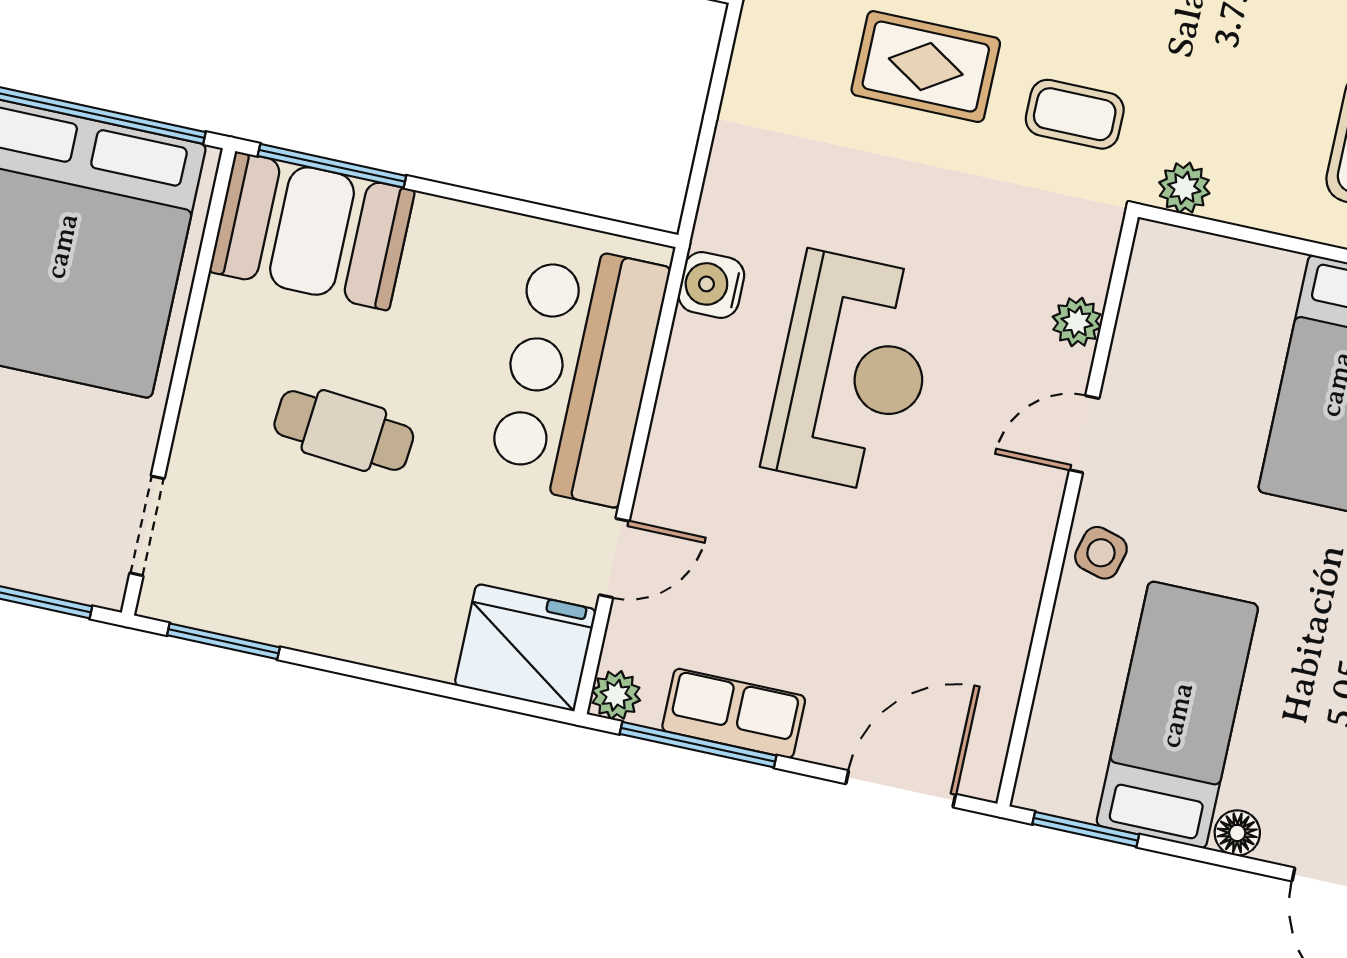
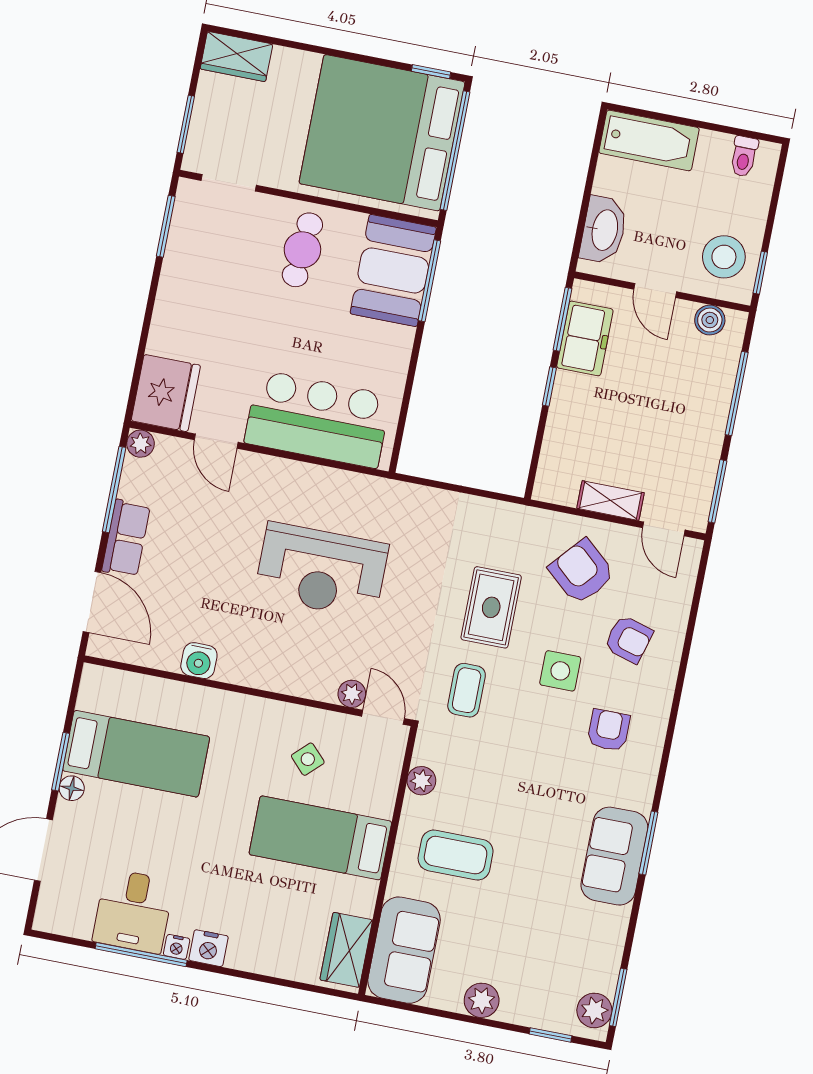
plant: (1184, 188) -> (421, 781), moved
water cooler: (711, 285) -> (199, 661), moved, turned 180
cafe table: (344, 431) -> (302, 250), moved
door: (1084, 434) -> (383, 717), moved
side table: (1101, 553) -> (308, 759), moved, turned 31
row of seats: (734, 713) -> (126, 538), moved
window: (1086, 829) -> (61, 762), moved

